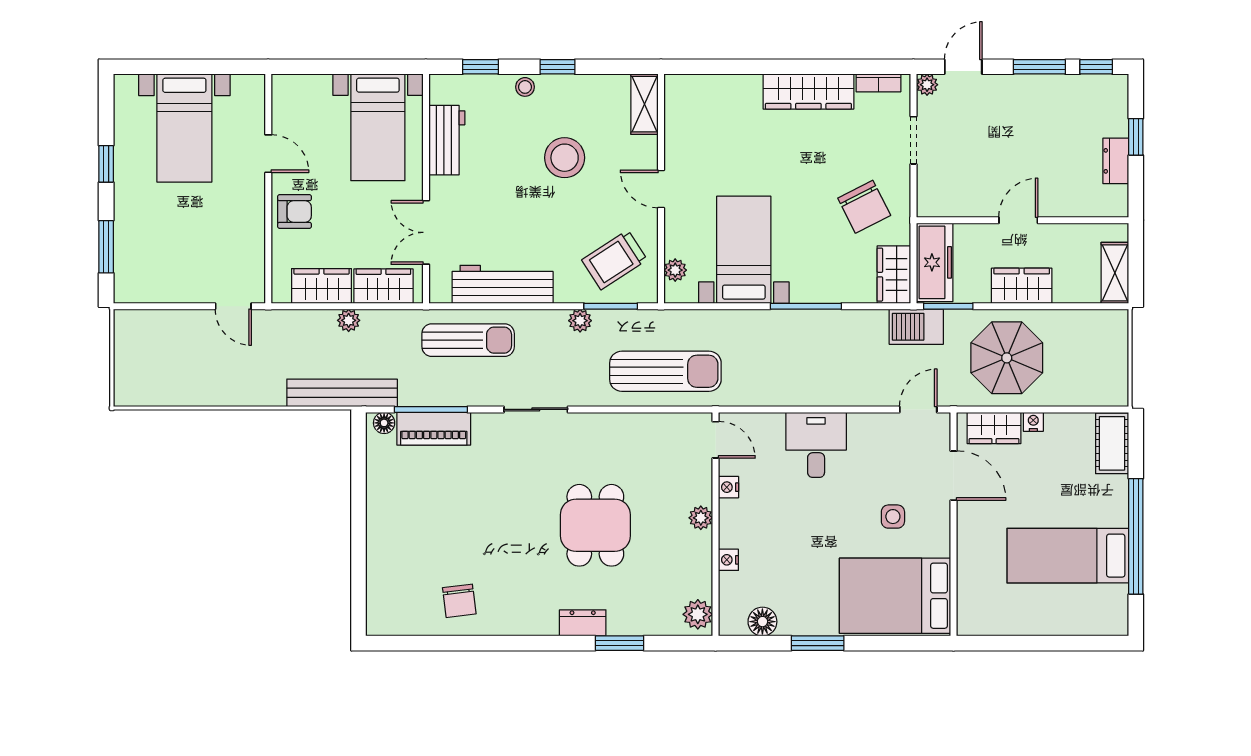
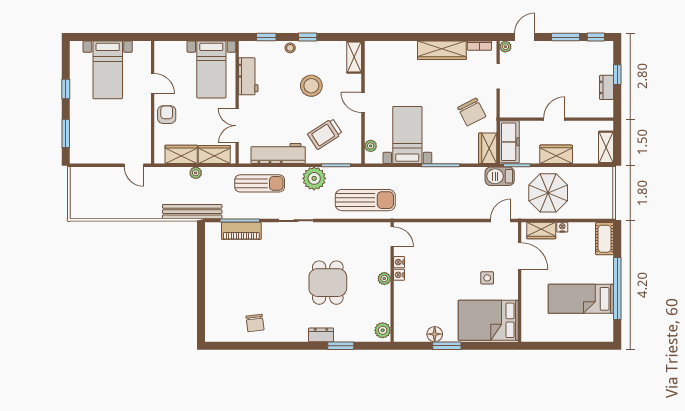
armchair: (295, 212) -> (167, 115), turned -90
trolley: (614, 260) -> (325, 134), moved
plant: (580, 321) -> (314, 178), width x1.88, depth x1.88
floor lamp: (384, 423) -> (215, 228), removed
desk: (816, 445) -> (446, 240), removed
nightstand: (728, 560) -> (399, 275), moved
floor lamp: (762, 622) -> (435, 334), moved

